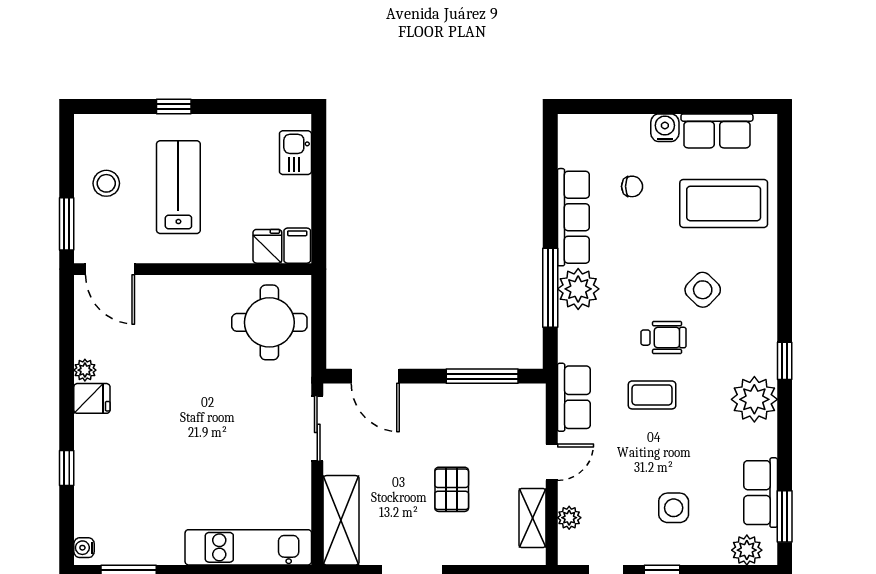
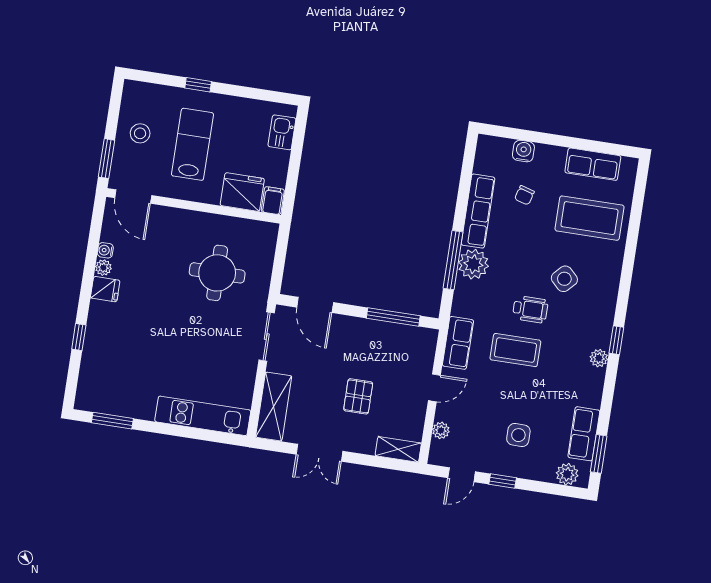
water cooler: (665, 128) -> (523, 151), moved
chair: (632, 186) -> (524, 195), turned 106
fridge: (267, 246) -> (242, 192), width x1.88, depth x1.34
round table: (269, 322) -> (217, 273), moved
coffee table: (652, 395) -> (515, 350), width x1.36, depth x1.30
plant: (754, 399) -> (599, 358), width x0.53, depth x0.53
shelving: (532, 518) -> (398, 449), moved, turned 90
water cooler: (84, 548) -> (105, 250), moved

